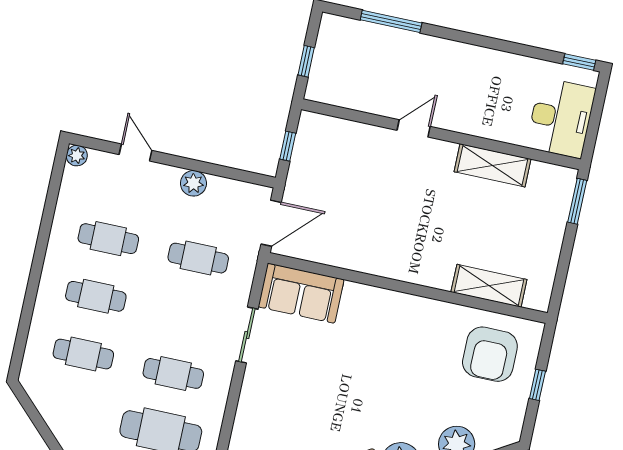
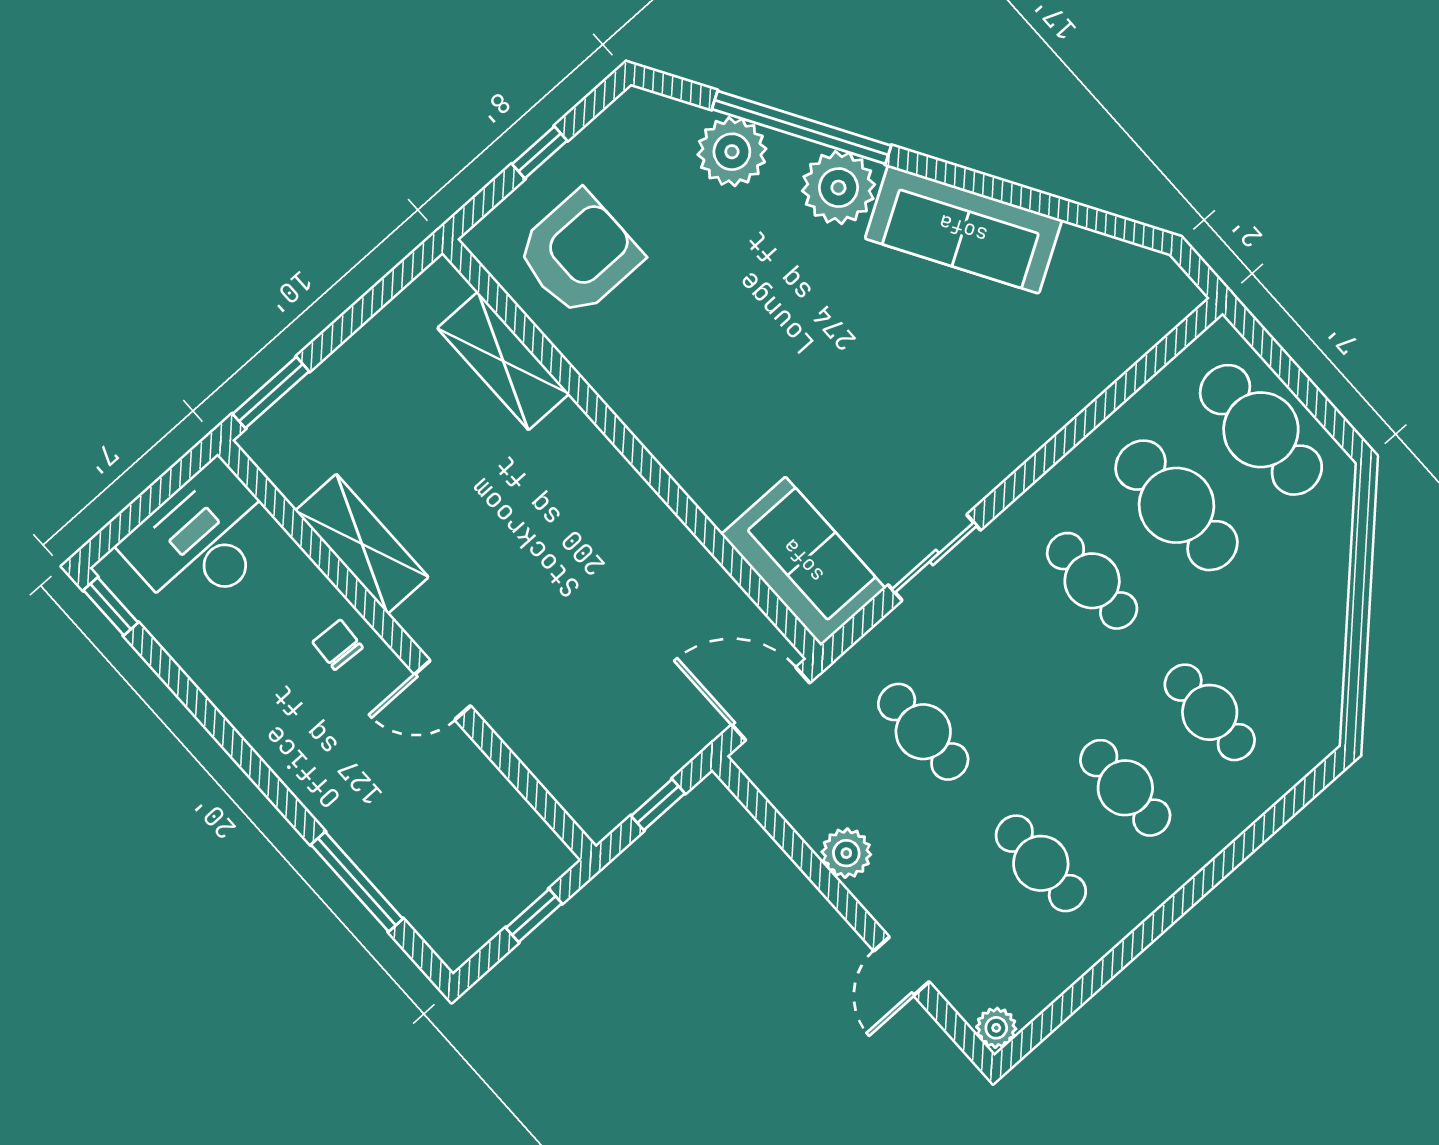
chair: (472, 115) -> (338, 645), added

